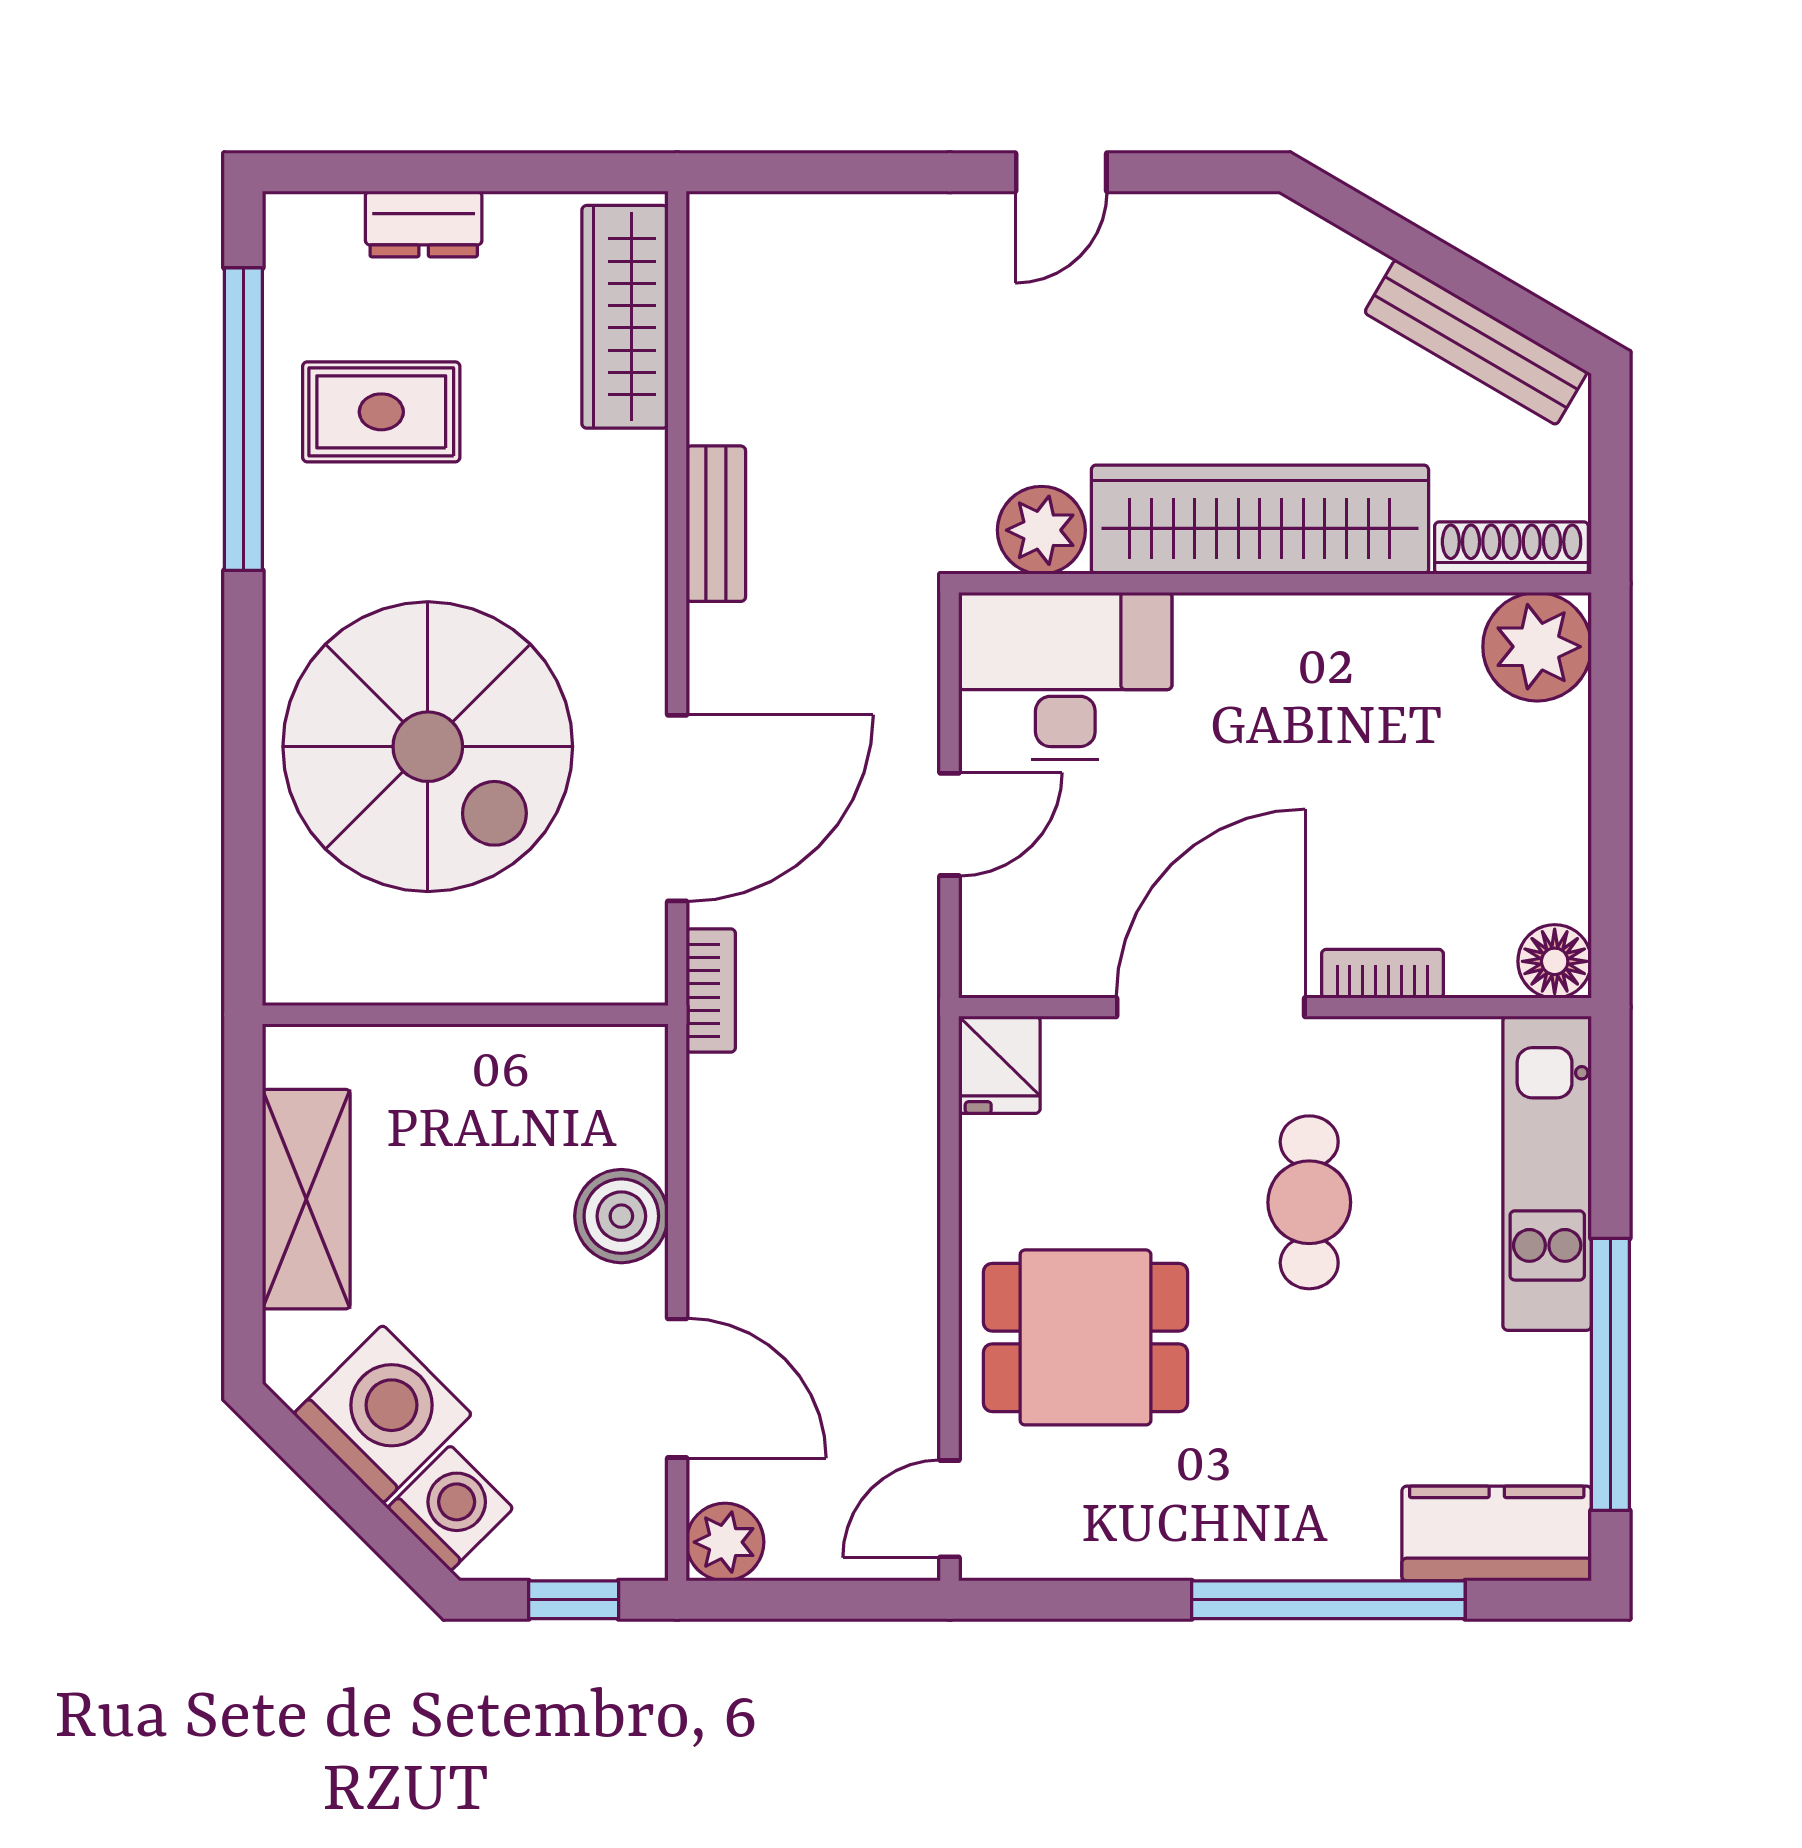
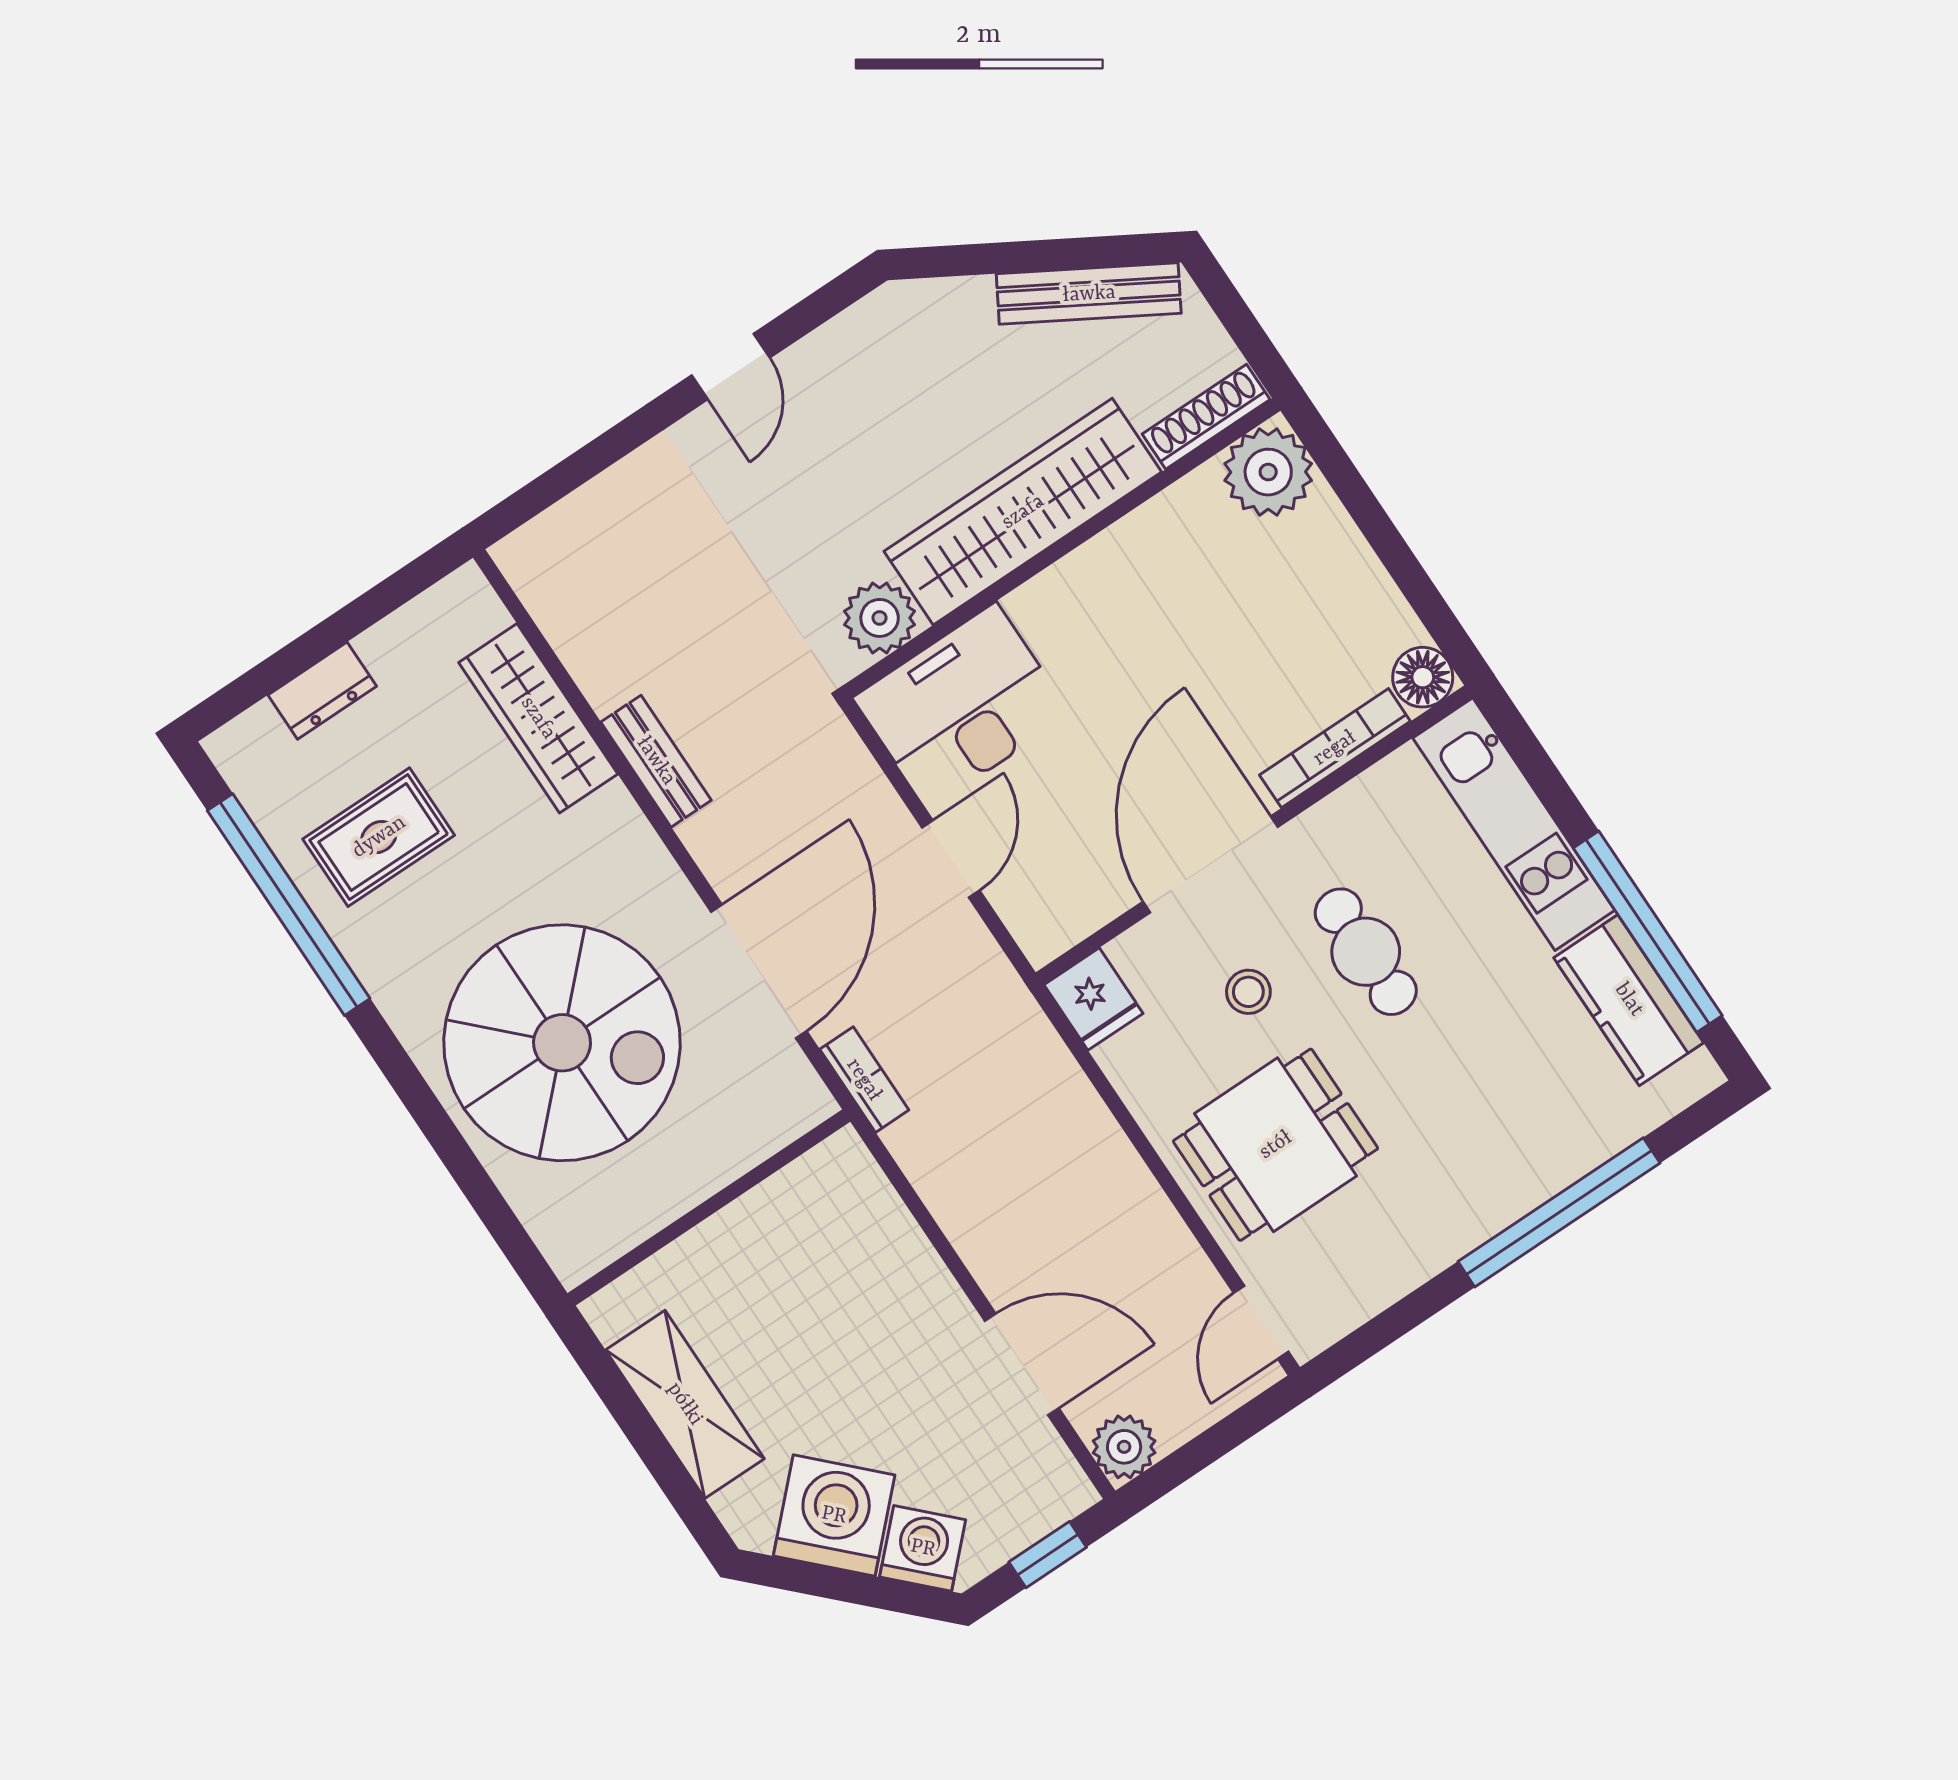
wardrobe: (625, 317) -> (538, 718), moved
bookcase: (1382, 974) -> (1335, 748), width x1.56
stool: (1162, 1163) -> (1248, 992), added
boiler: (621, 1216) -> (906, 1273), removed
kitchen counter: (1497, 1534) -> (1629, 1000), moved, turned -90

